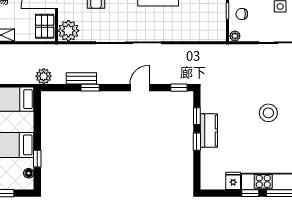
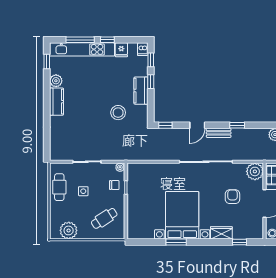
bench: (81, 78) -> (219, 133), moved
stool: (268, 113) -> (118, 113), moved
window: (197, 116) -> (151, 60), moved
dishwasher: (207, 182) -> (143, 49), added

